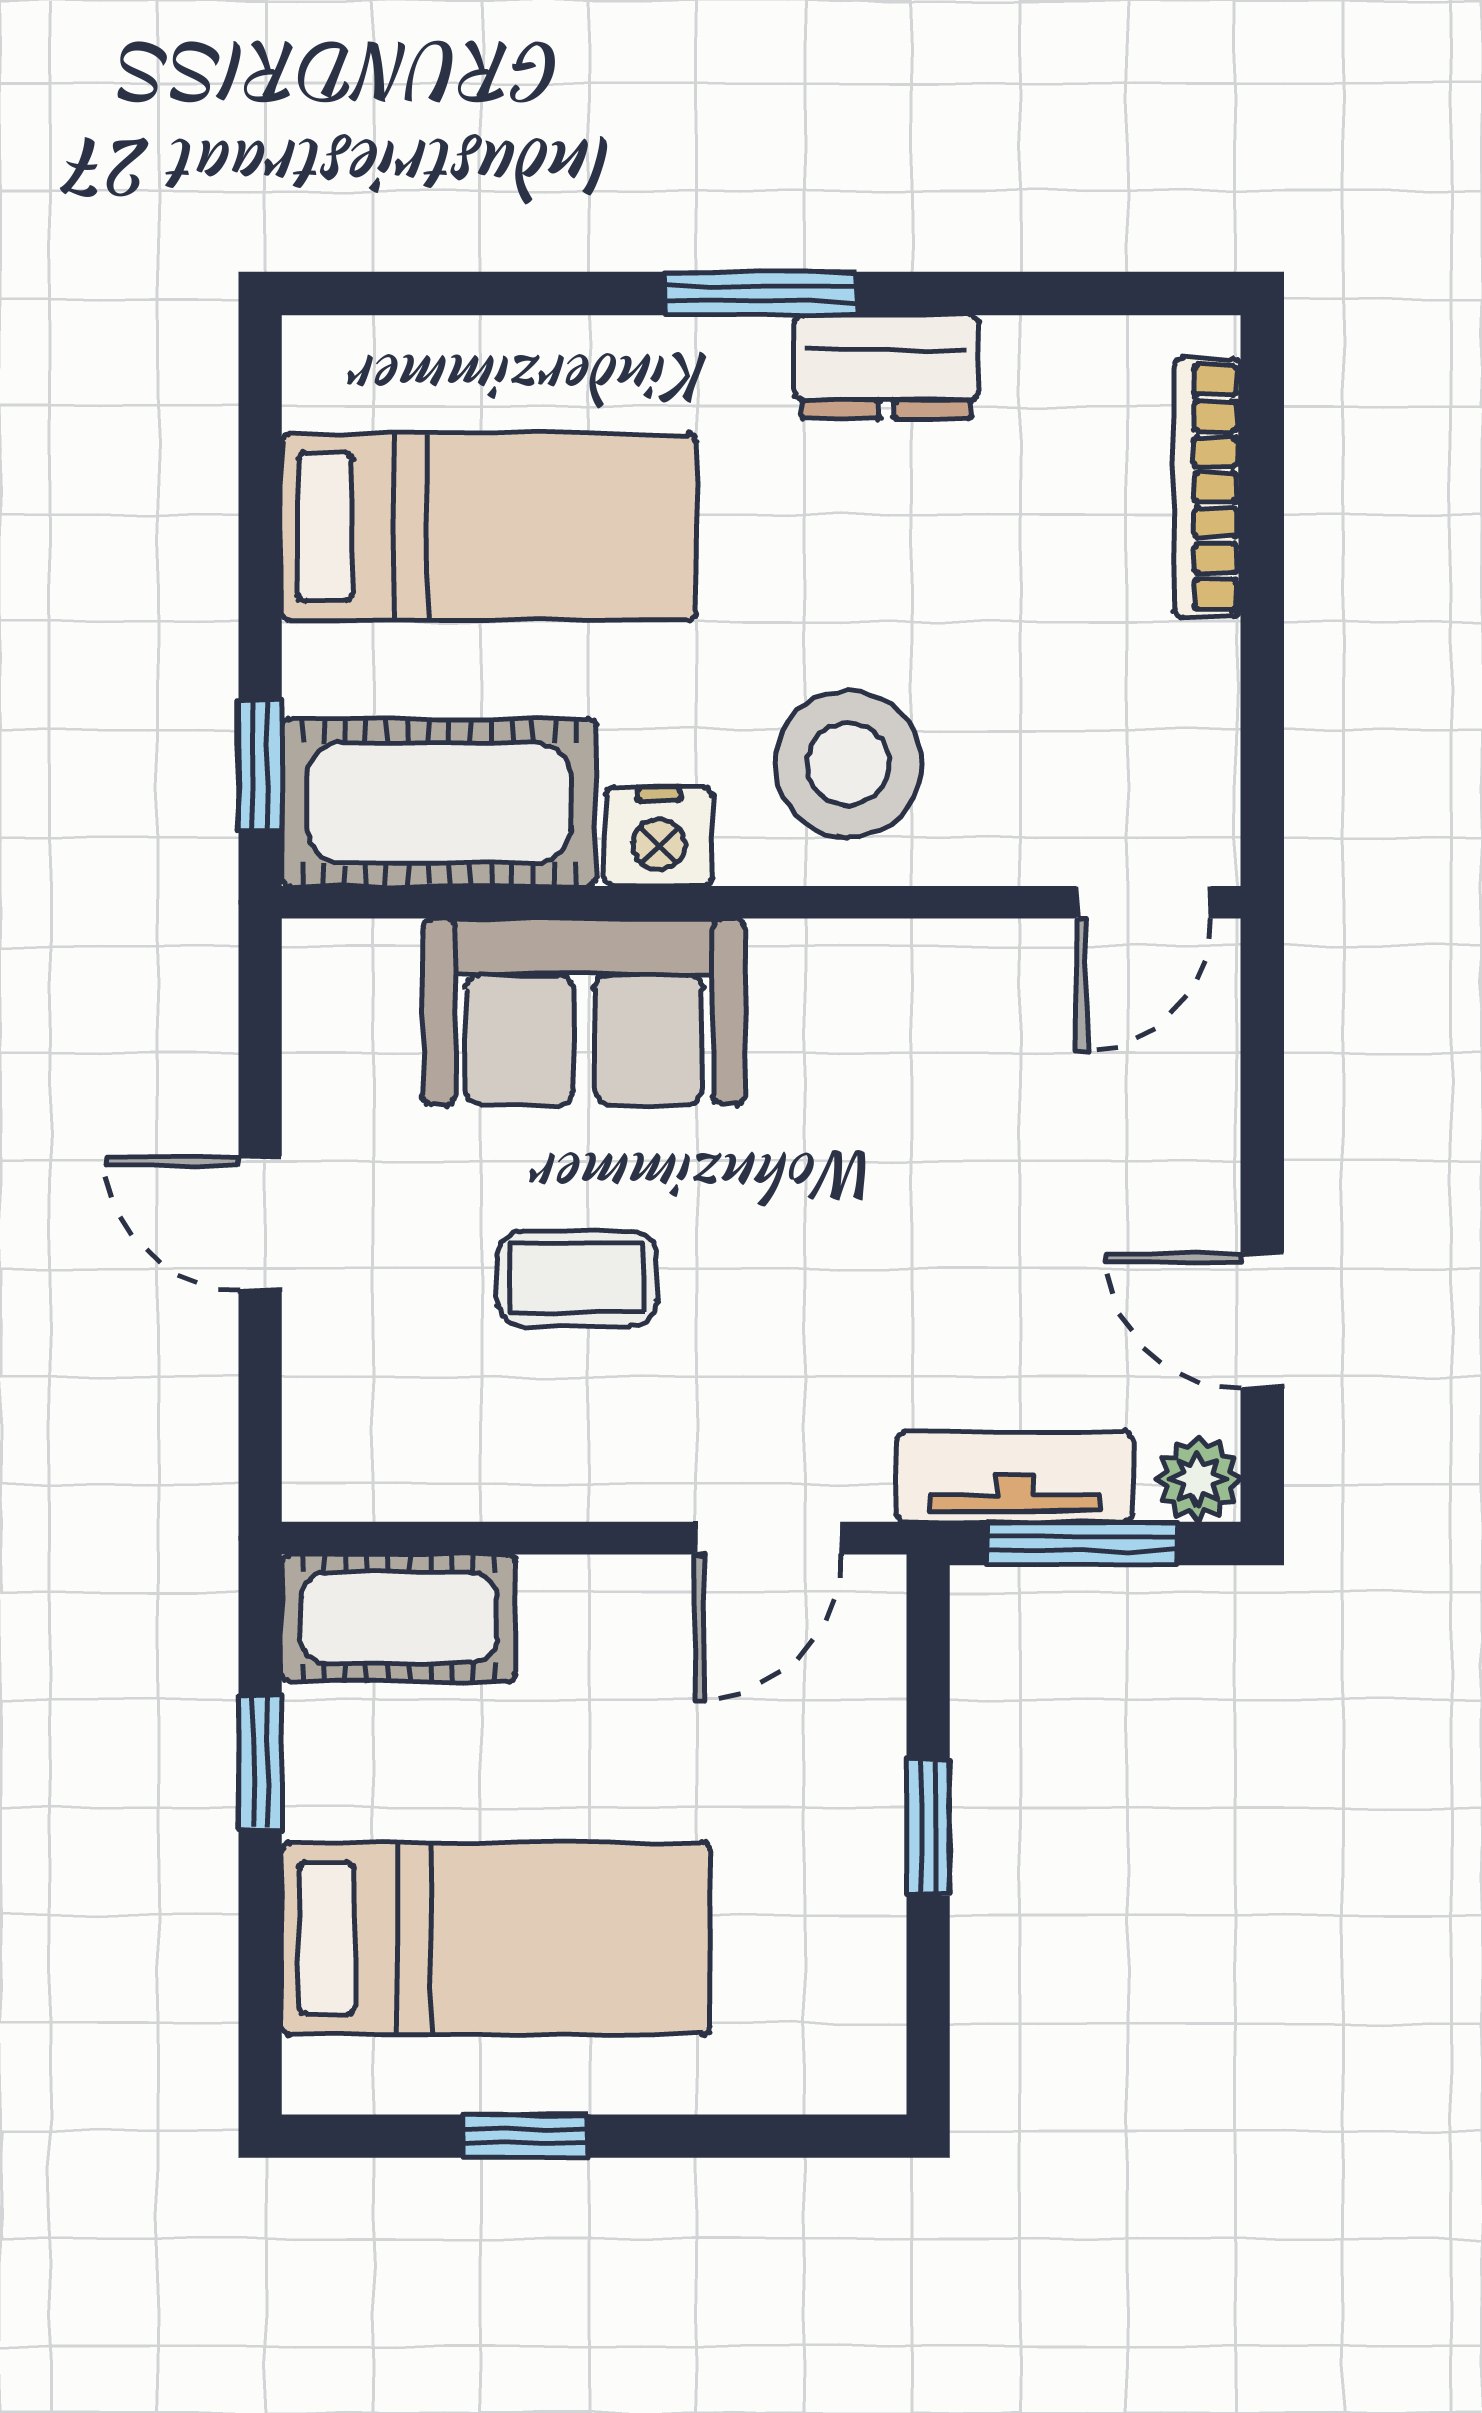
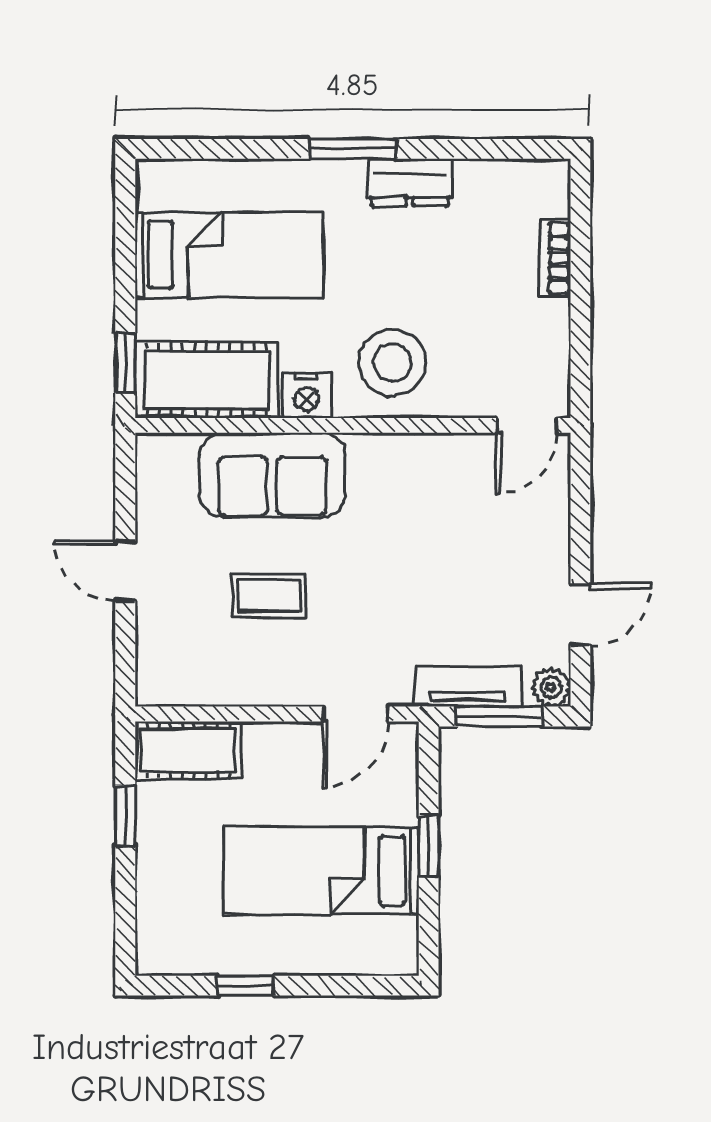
bookcase: (1207, 487) -> (555, 258), width x0.64
door: (1262, 1320) -> (580, 615), swing flipped
bed: (496, 1939) -> (322, 871), moved, turned 180

